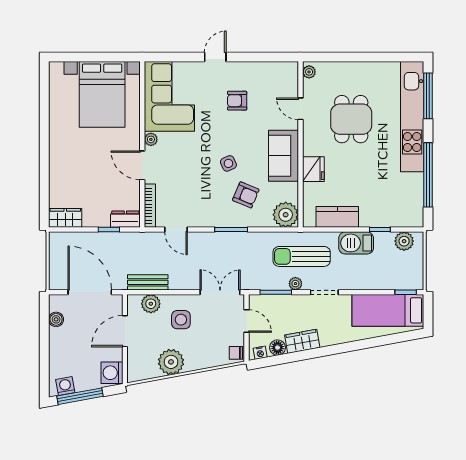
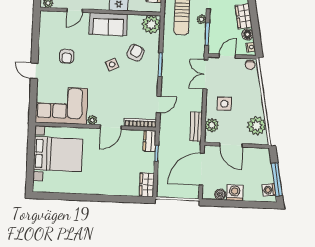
plant: (171, 362) -> (257, 126), moved
washing machine: (112, 373) -> (235, 193), moved, turned 180

